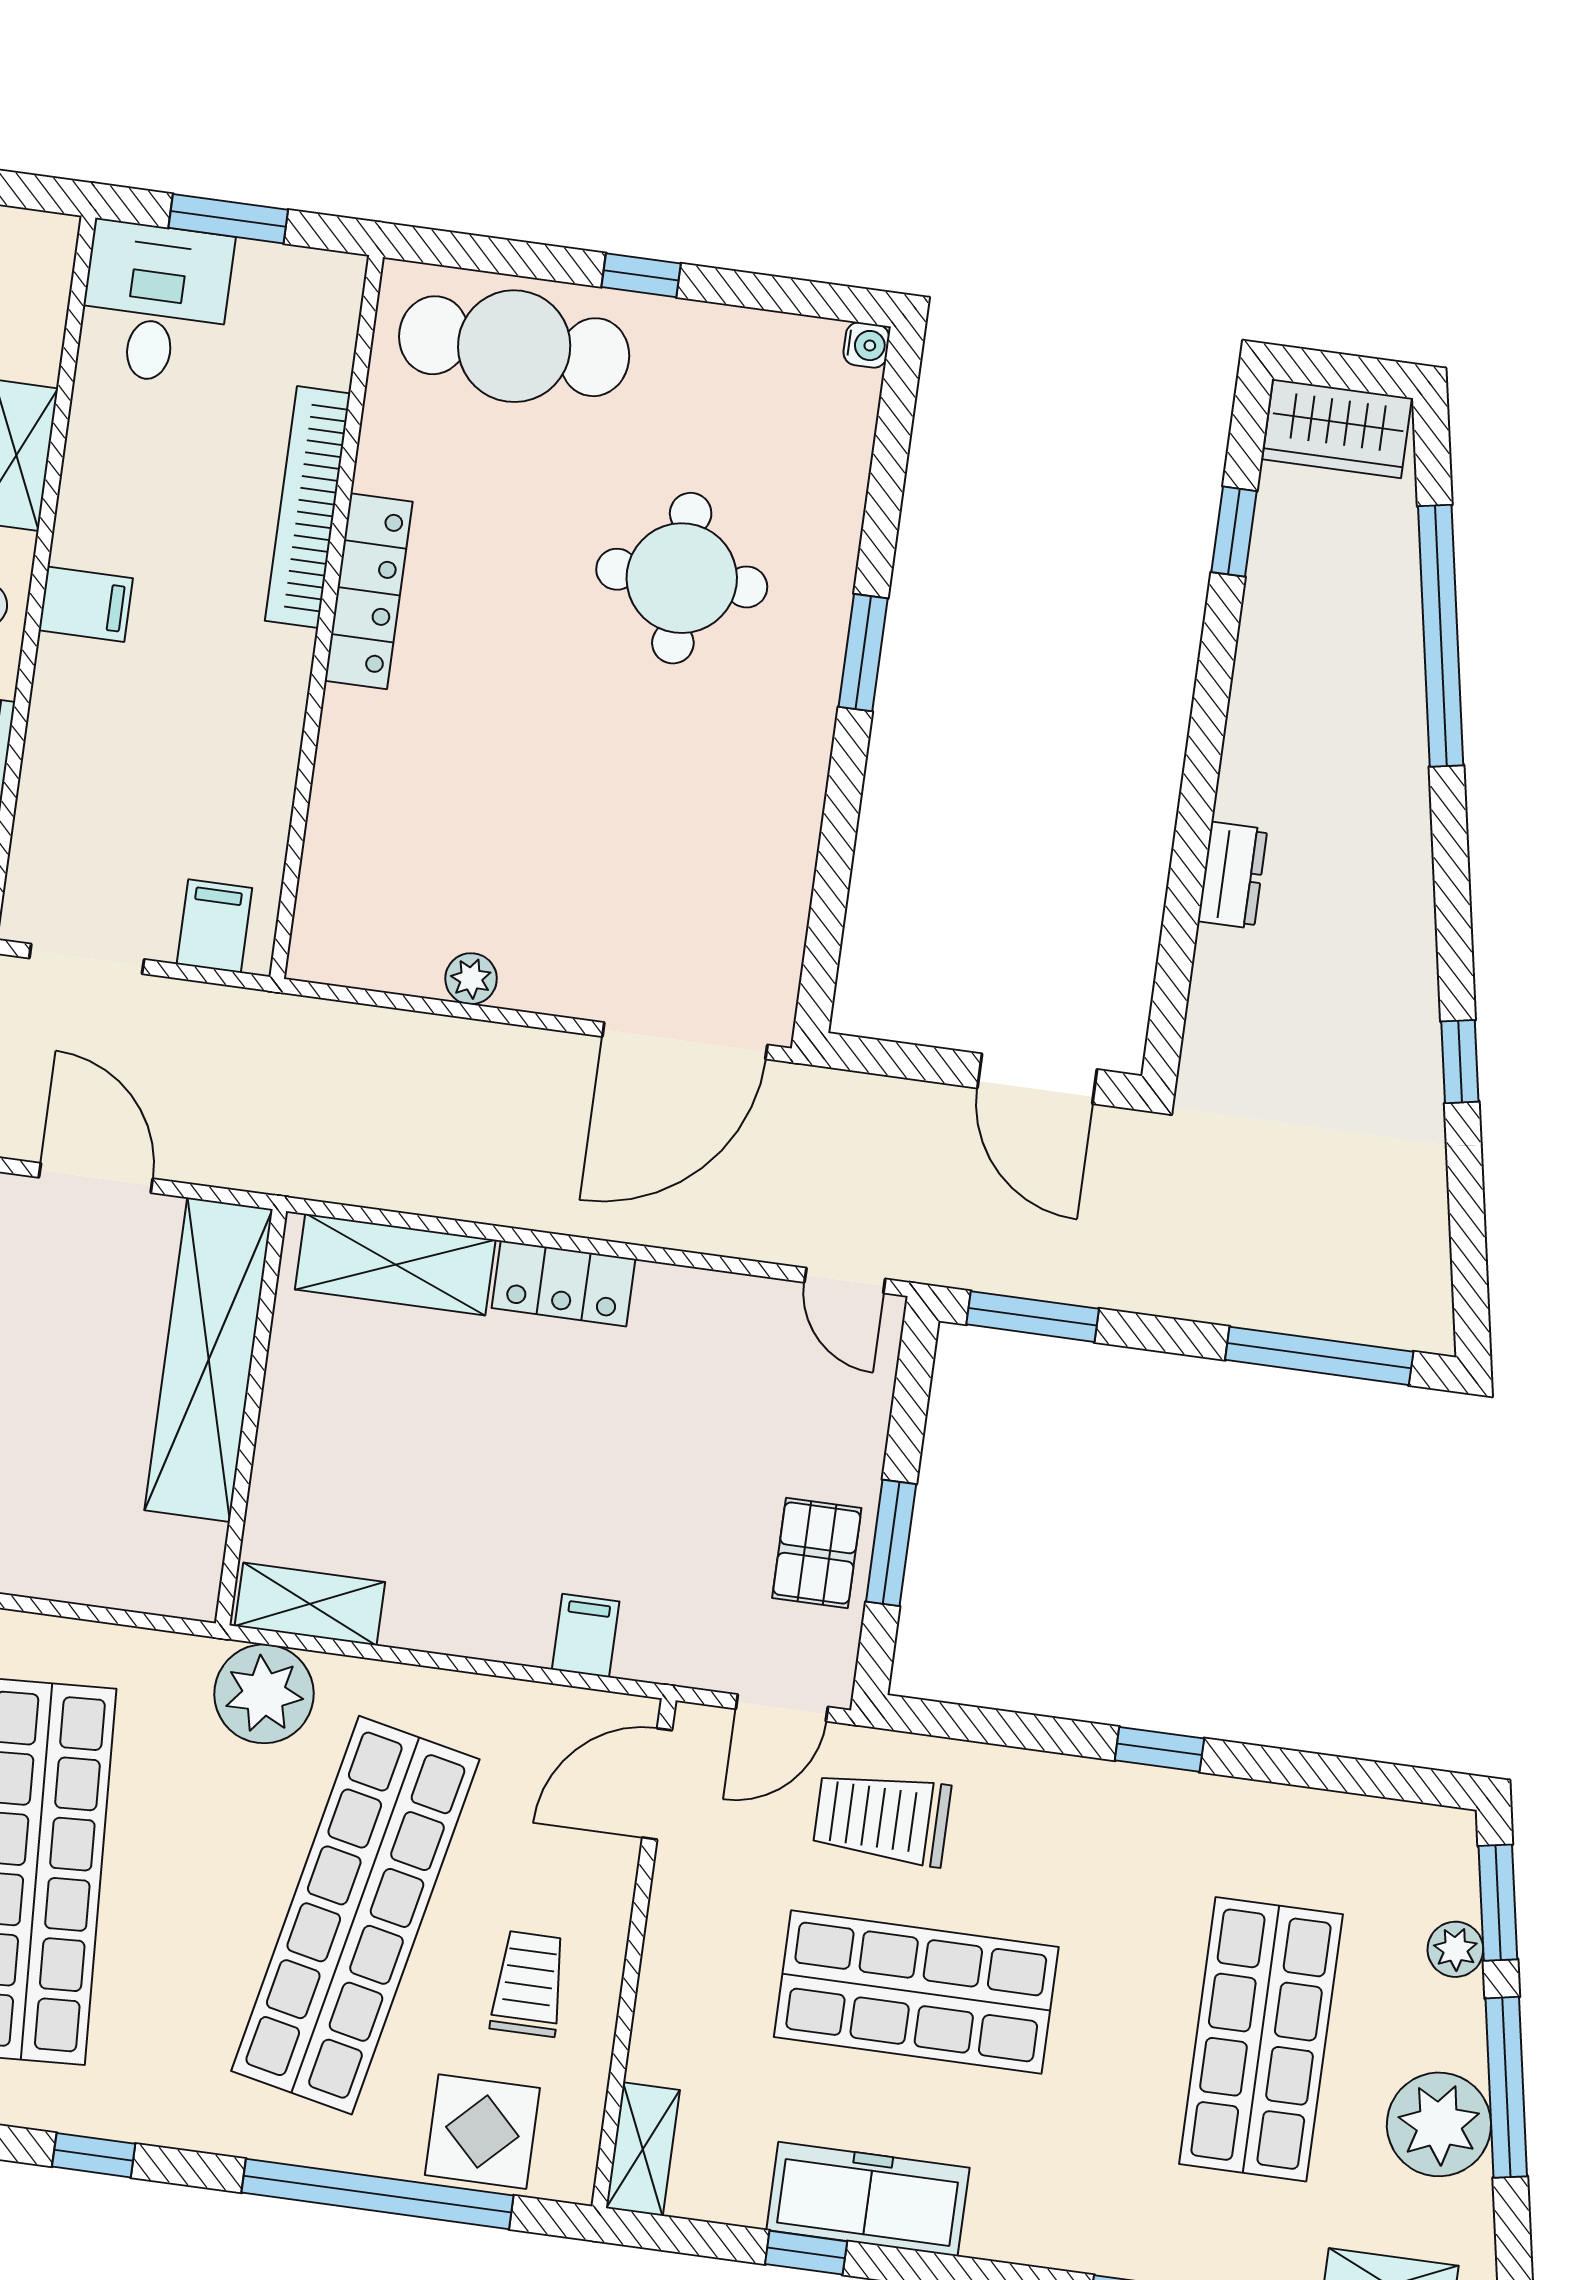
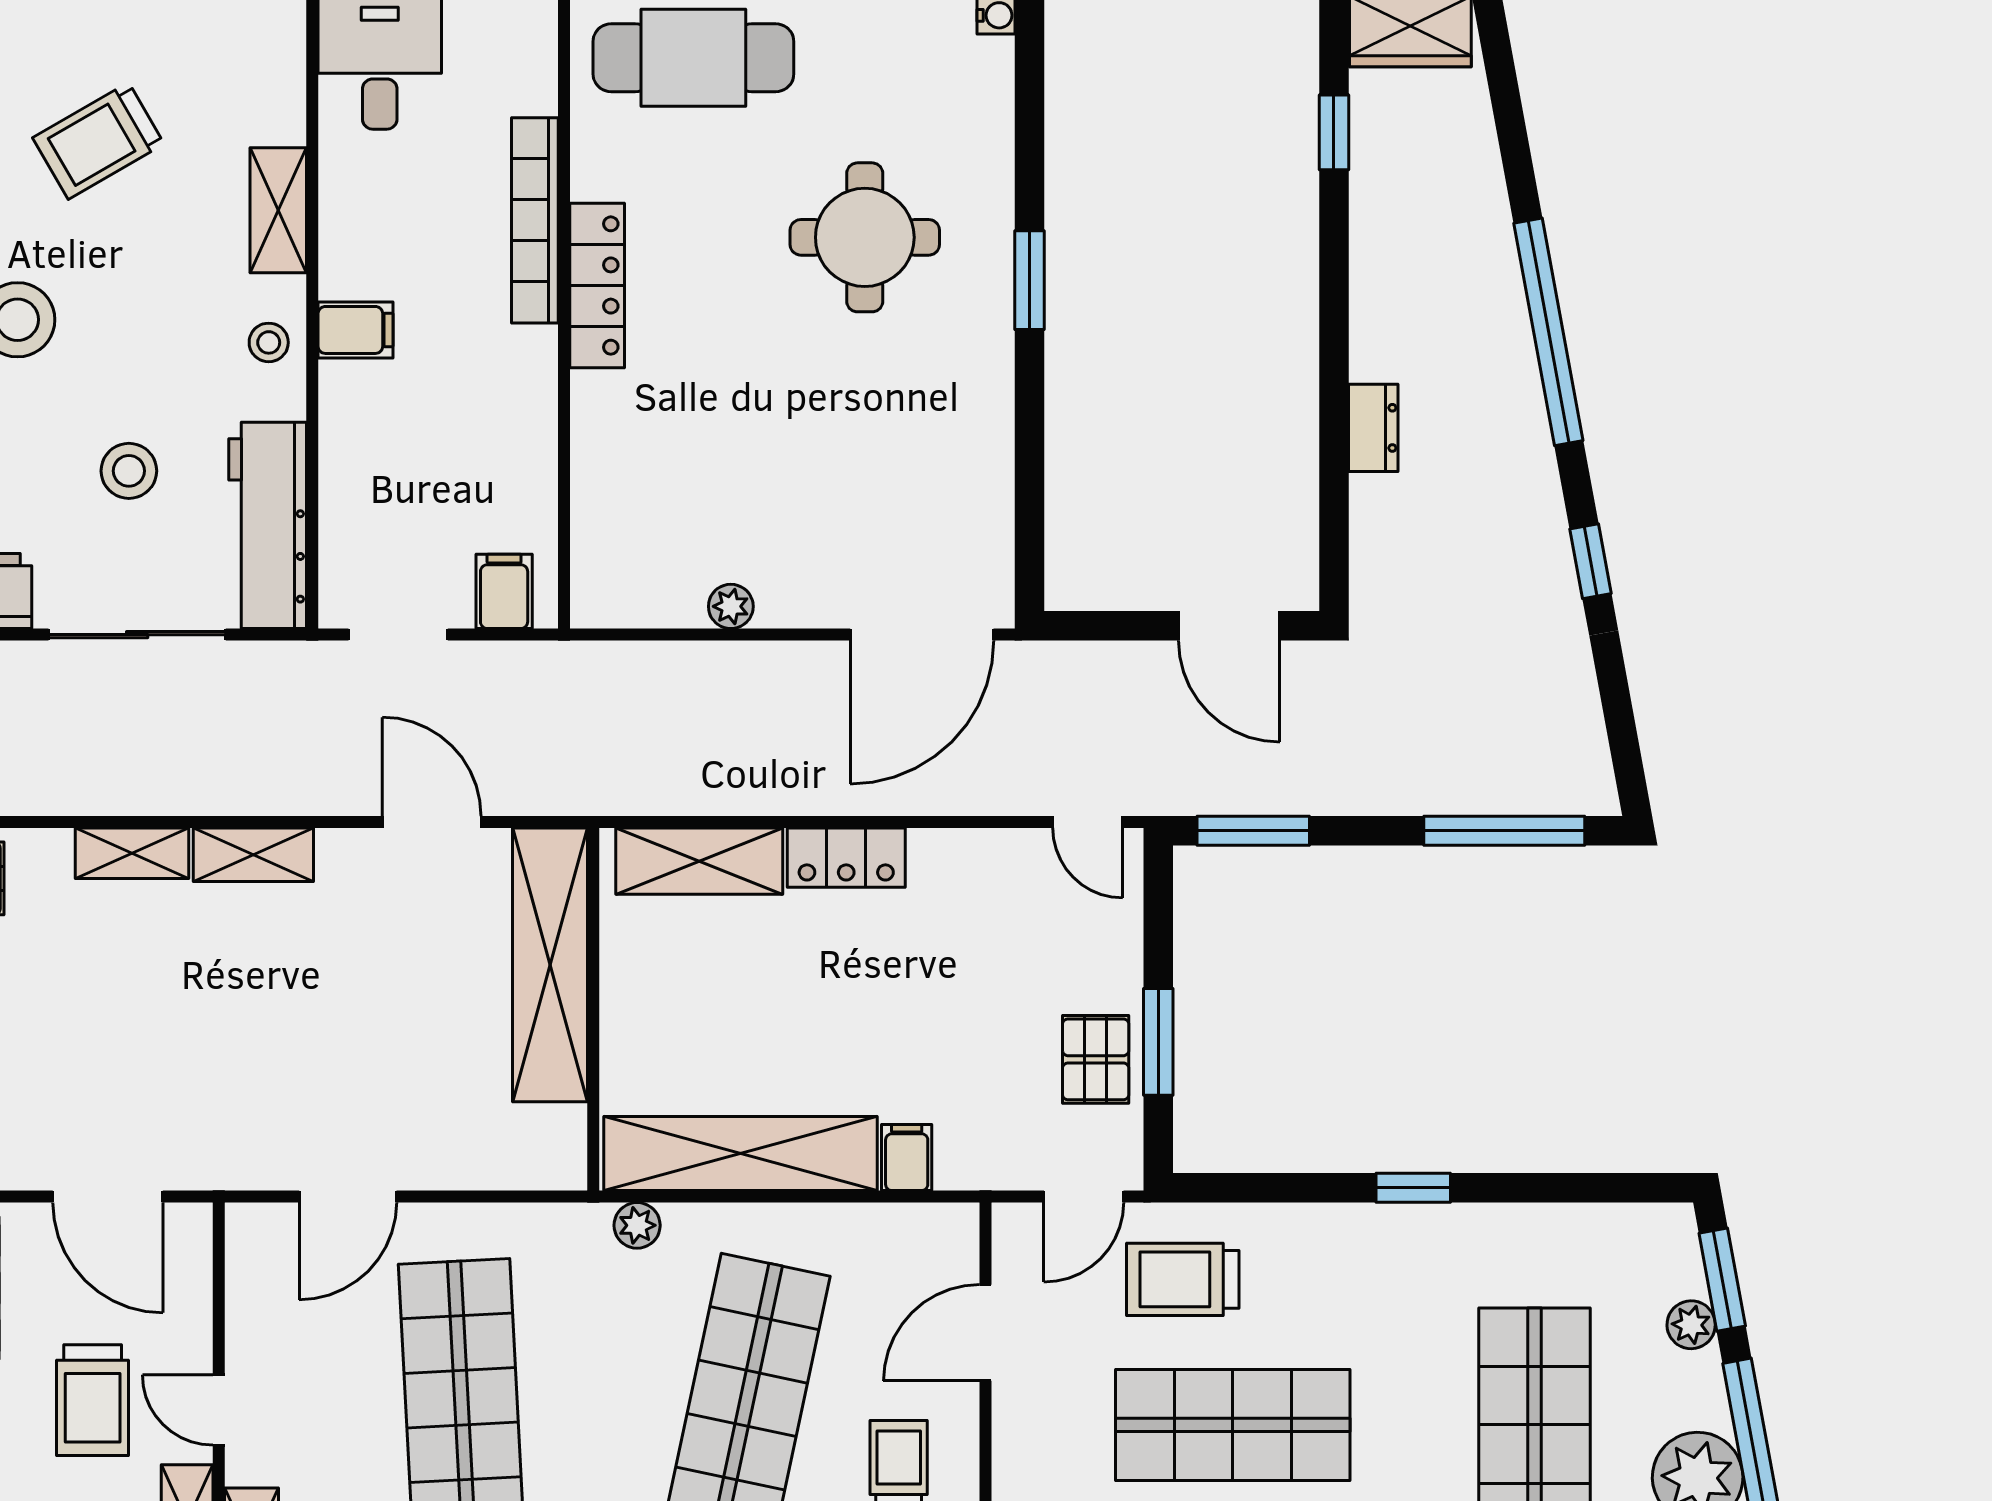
window: (1441, 636) -> (1548, 332), moved
shelving: (310, 1604) -> (740, 1153), width x2.20, depth x1.33
plant: (264, 1694) -> (637, 1225), width x0.53, depth x0.53
door: (657, 1784) -> (986, 1333), moved

